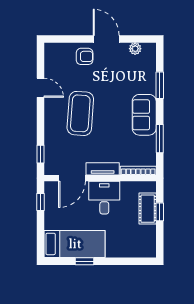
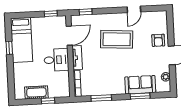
sofa: (144, 115) -> (140, 85), moved
door: (72, 178) -> (69, 36), swing flipped
cot: (148, 209) -> (36, 92), moved

